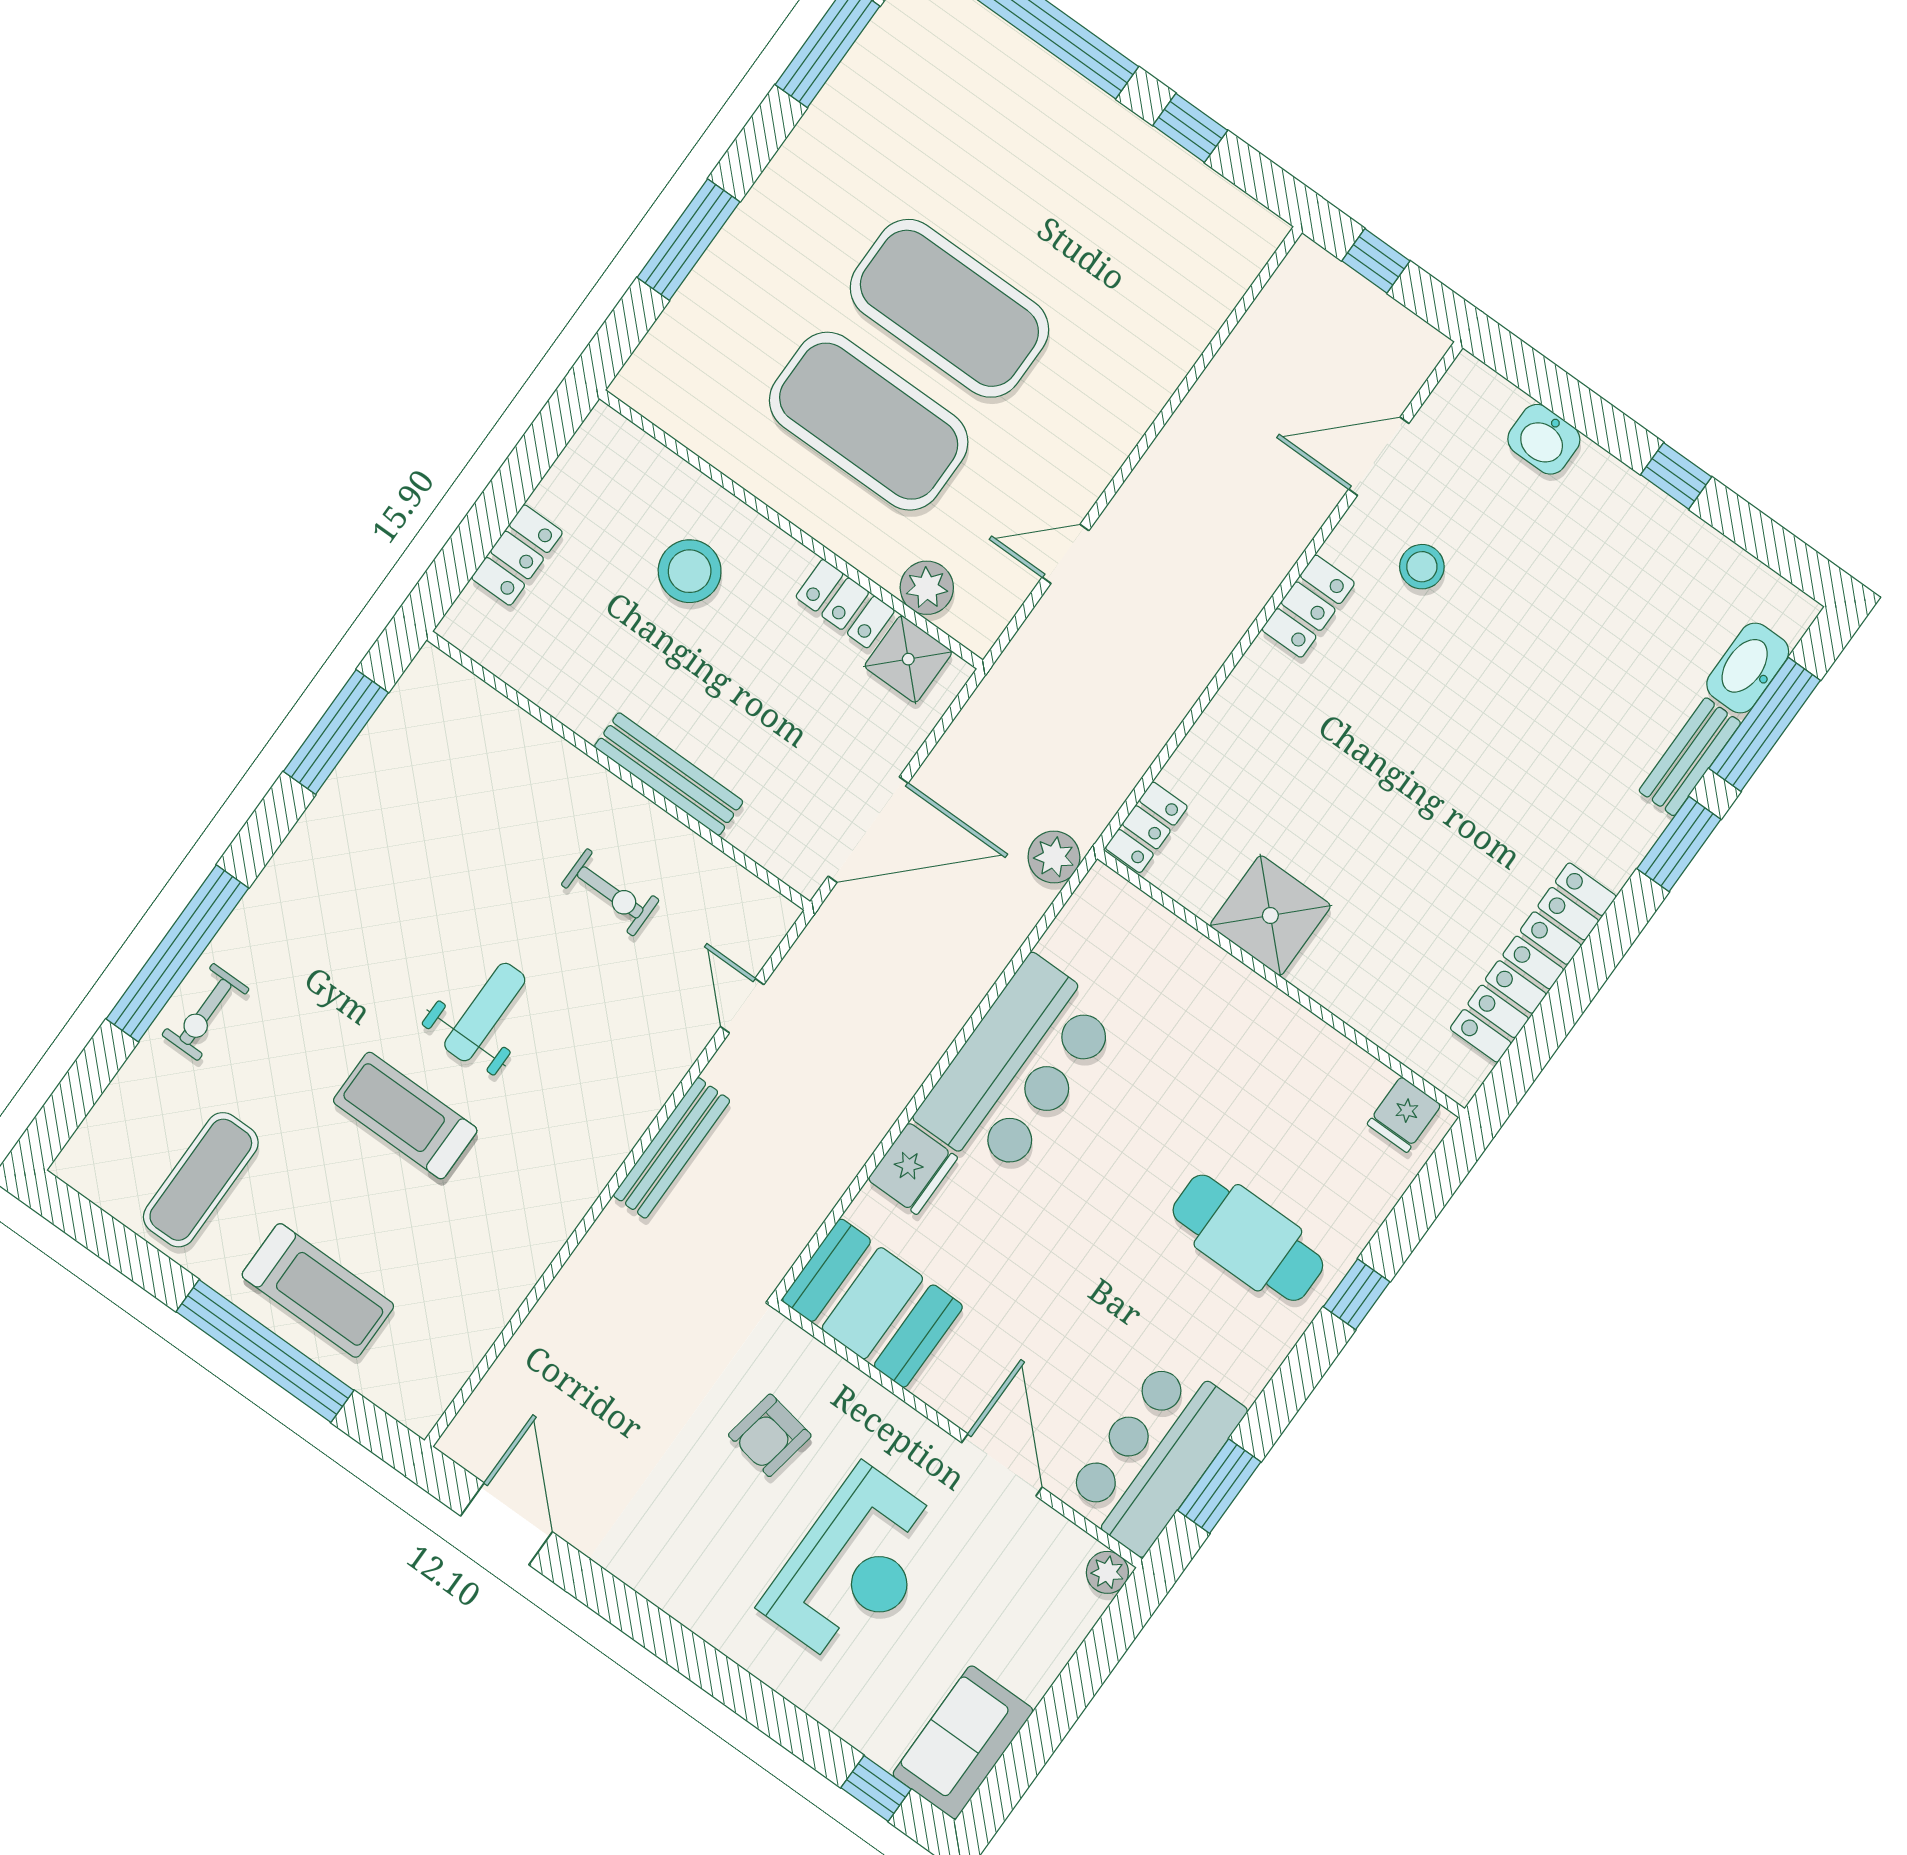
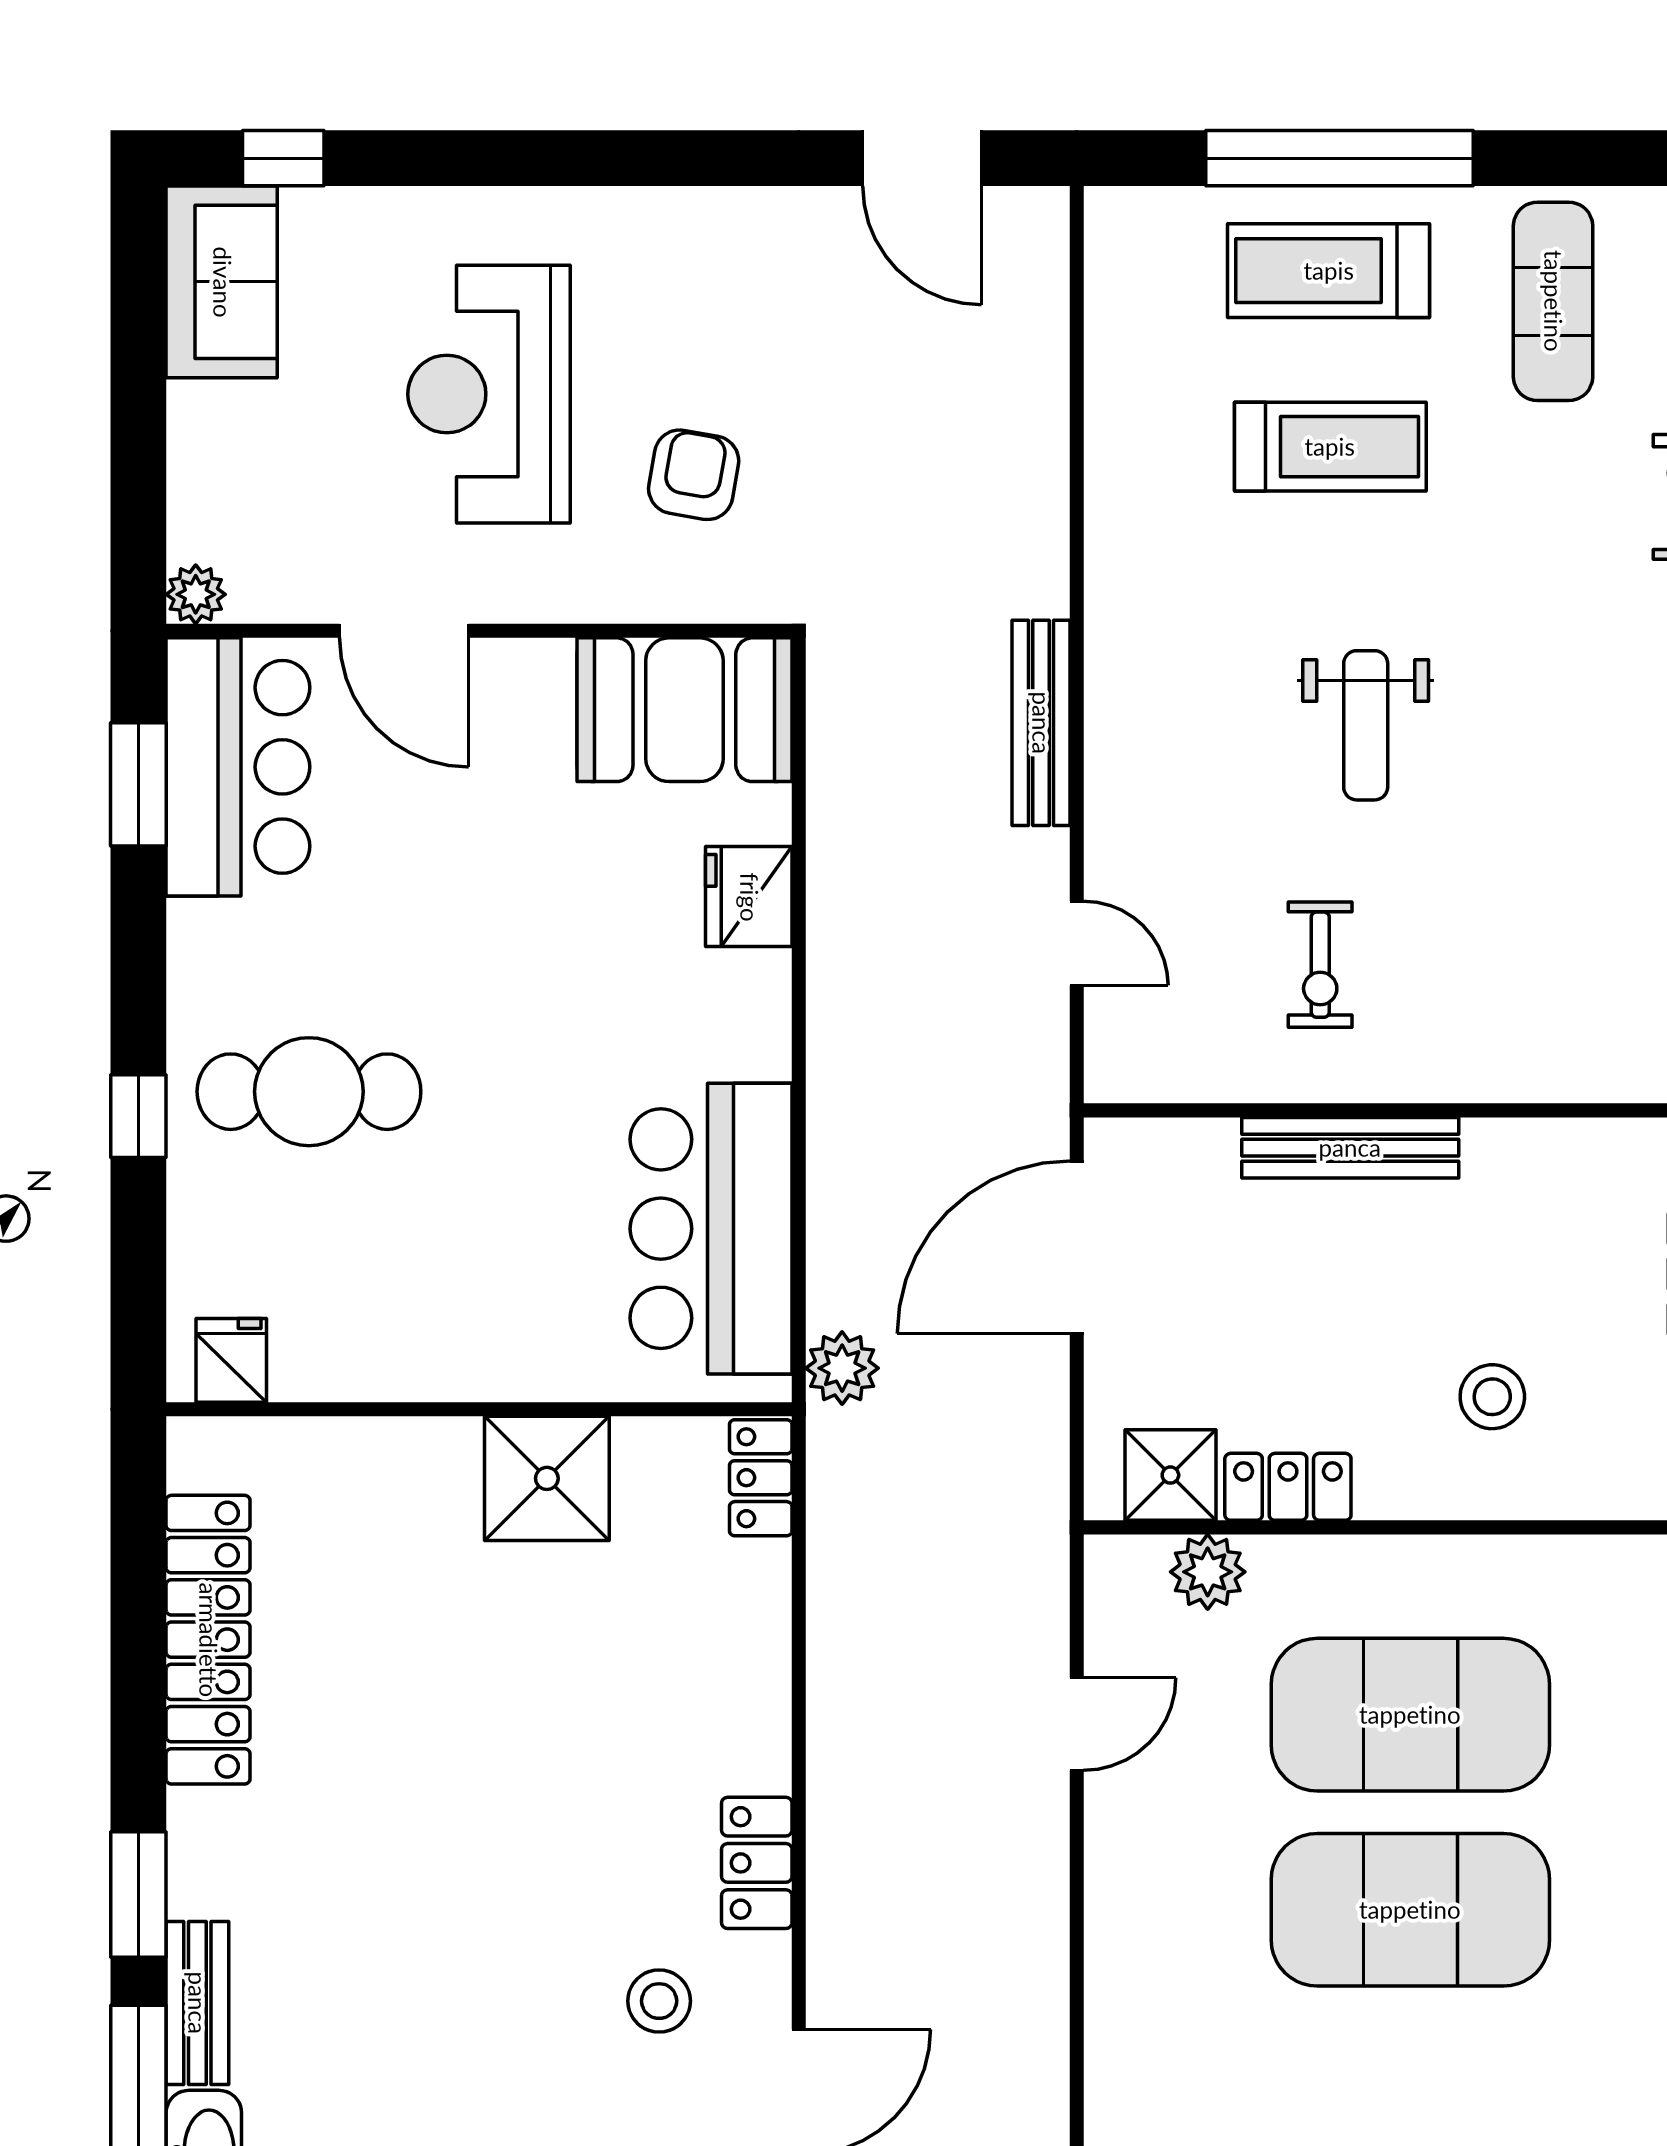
stool: (690, 571) -> (1492, 1397), width x0.73, depth x0.73
exercise bike: (610, 892) -> (1320, 965), turned -90
bar counter: (1018, 1068) -> (711, 1229), moved
treadmill: (405, 1116) -> (1330, 447), moved

